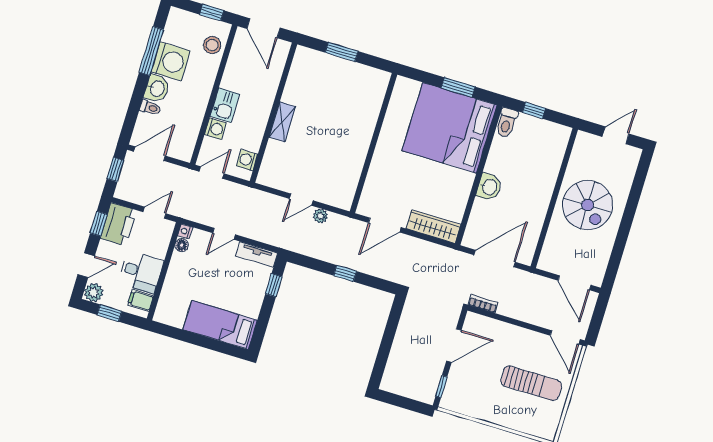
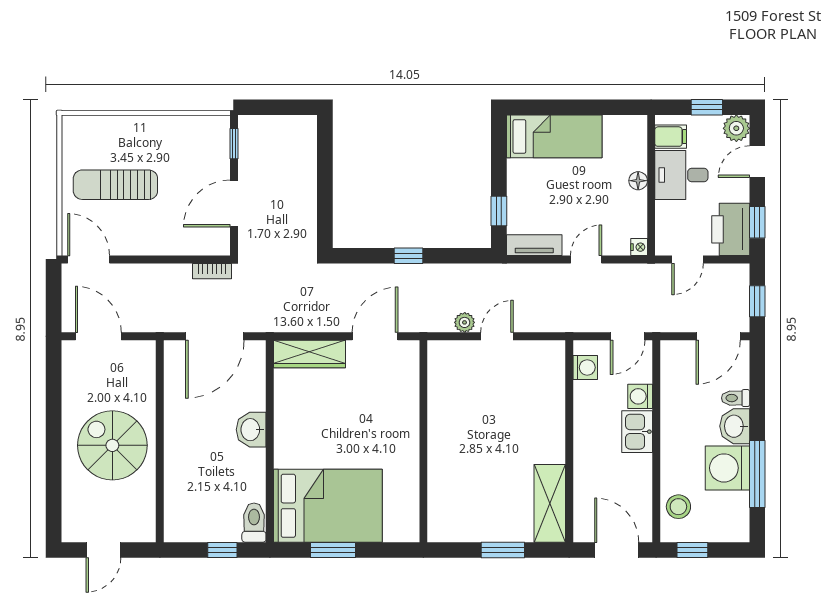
shelving: (282, 122) -> (550, 503), moved, width x1.50, depth x1.33
bed: (450, 128) -> (328, 506), width x0.73
floor lamp: (182, 245) -> (638, 181), moved

